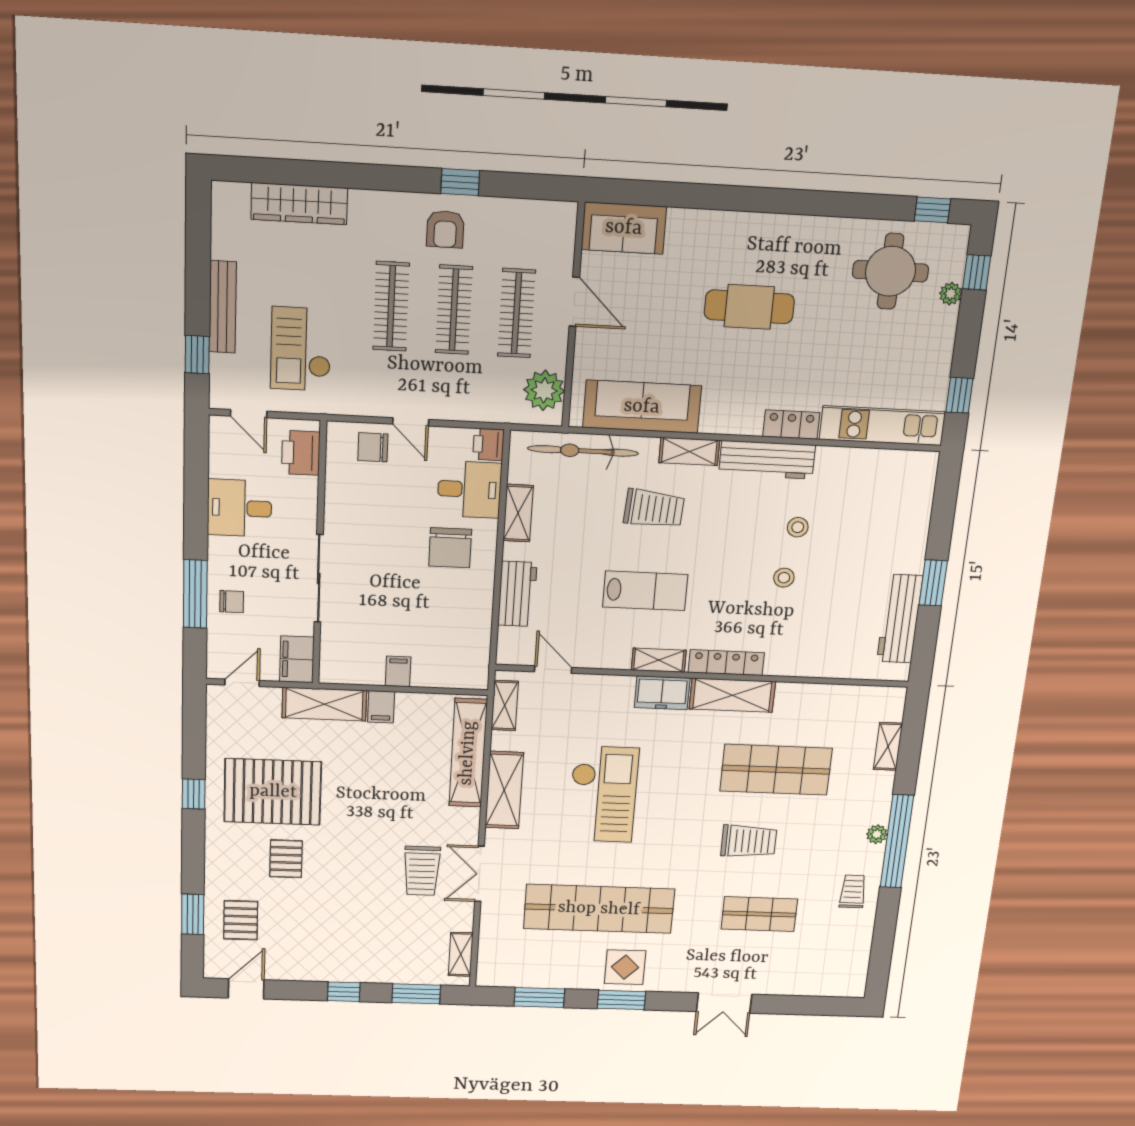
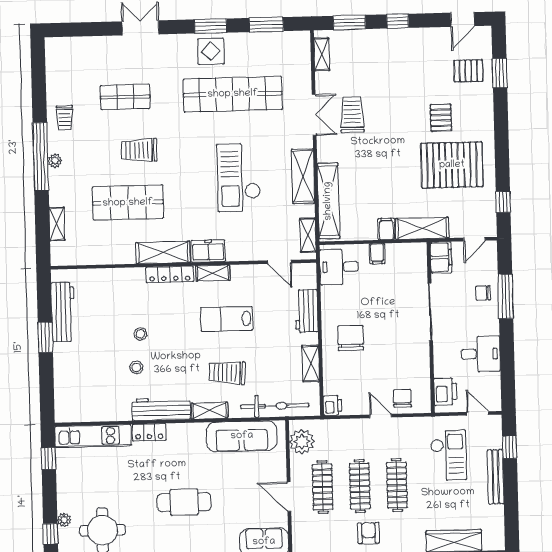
chair: (373, 447) -> (402, 398), turned -90
desk: (469, 489) -> (339, 267), moved
window: (194, 794) -> (503, 202), moved
pallet: (241, 920) -> (468, 71), turned 90

